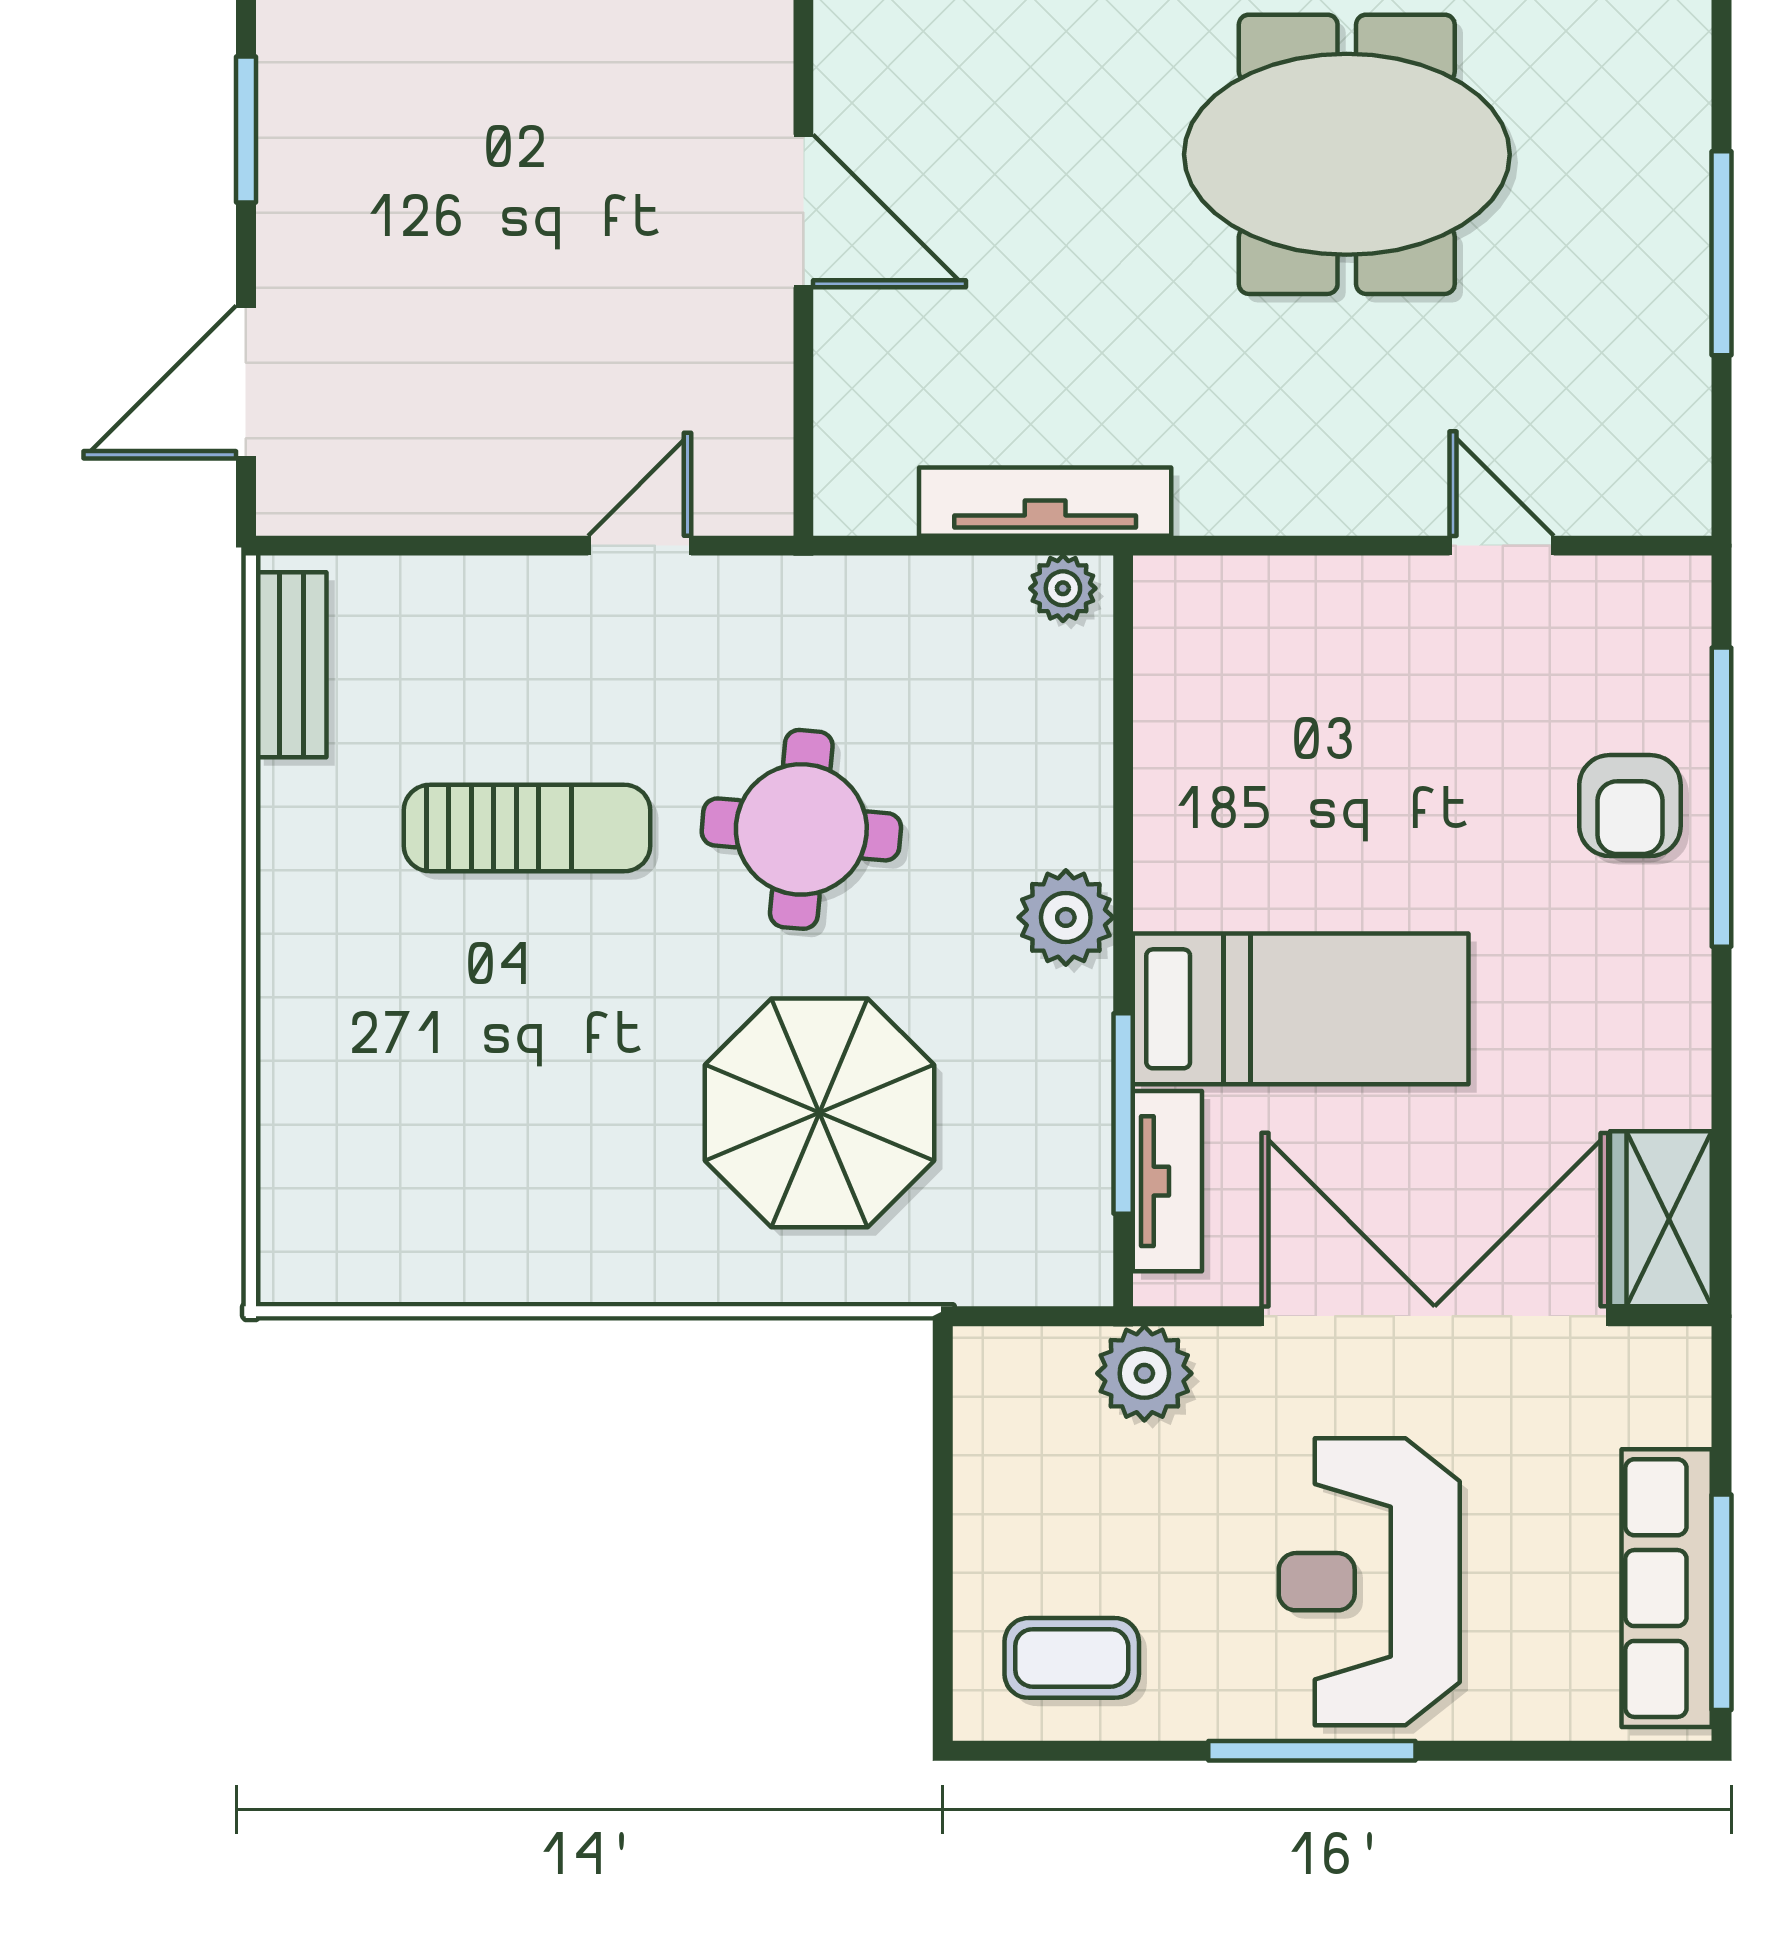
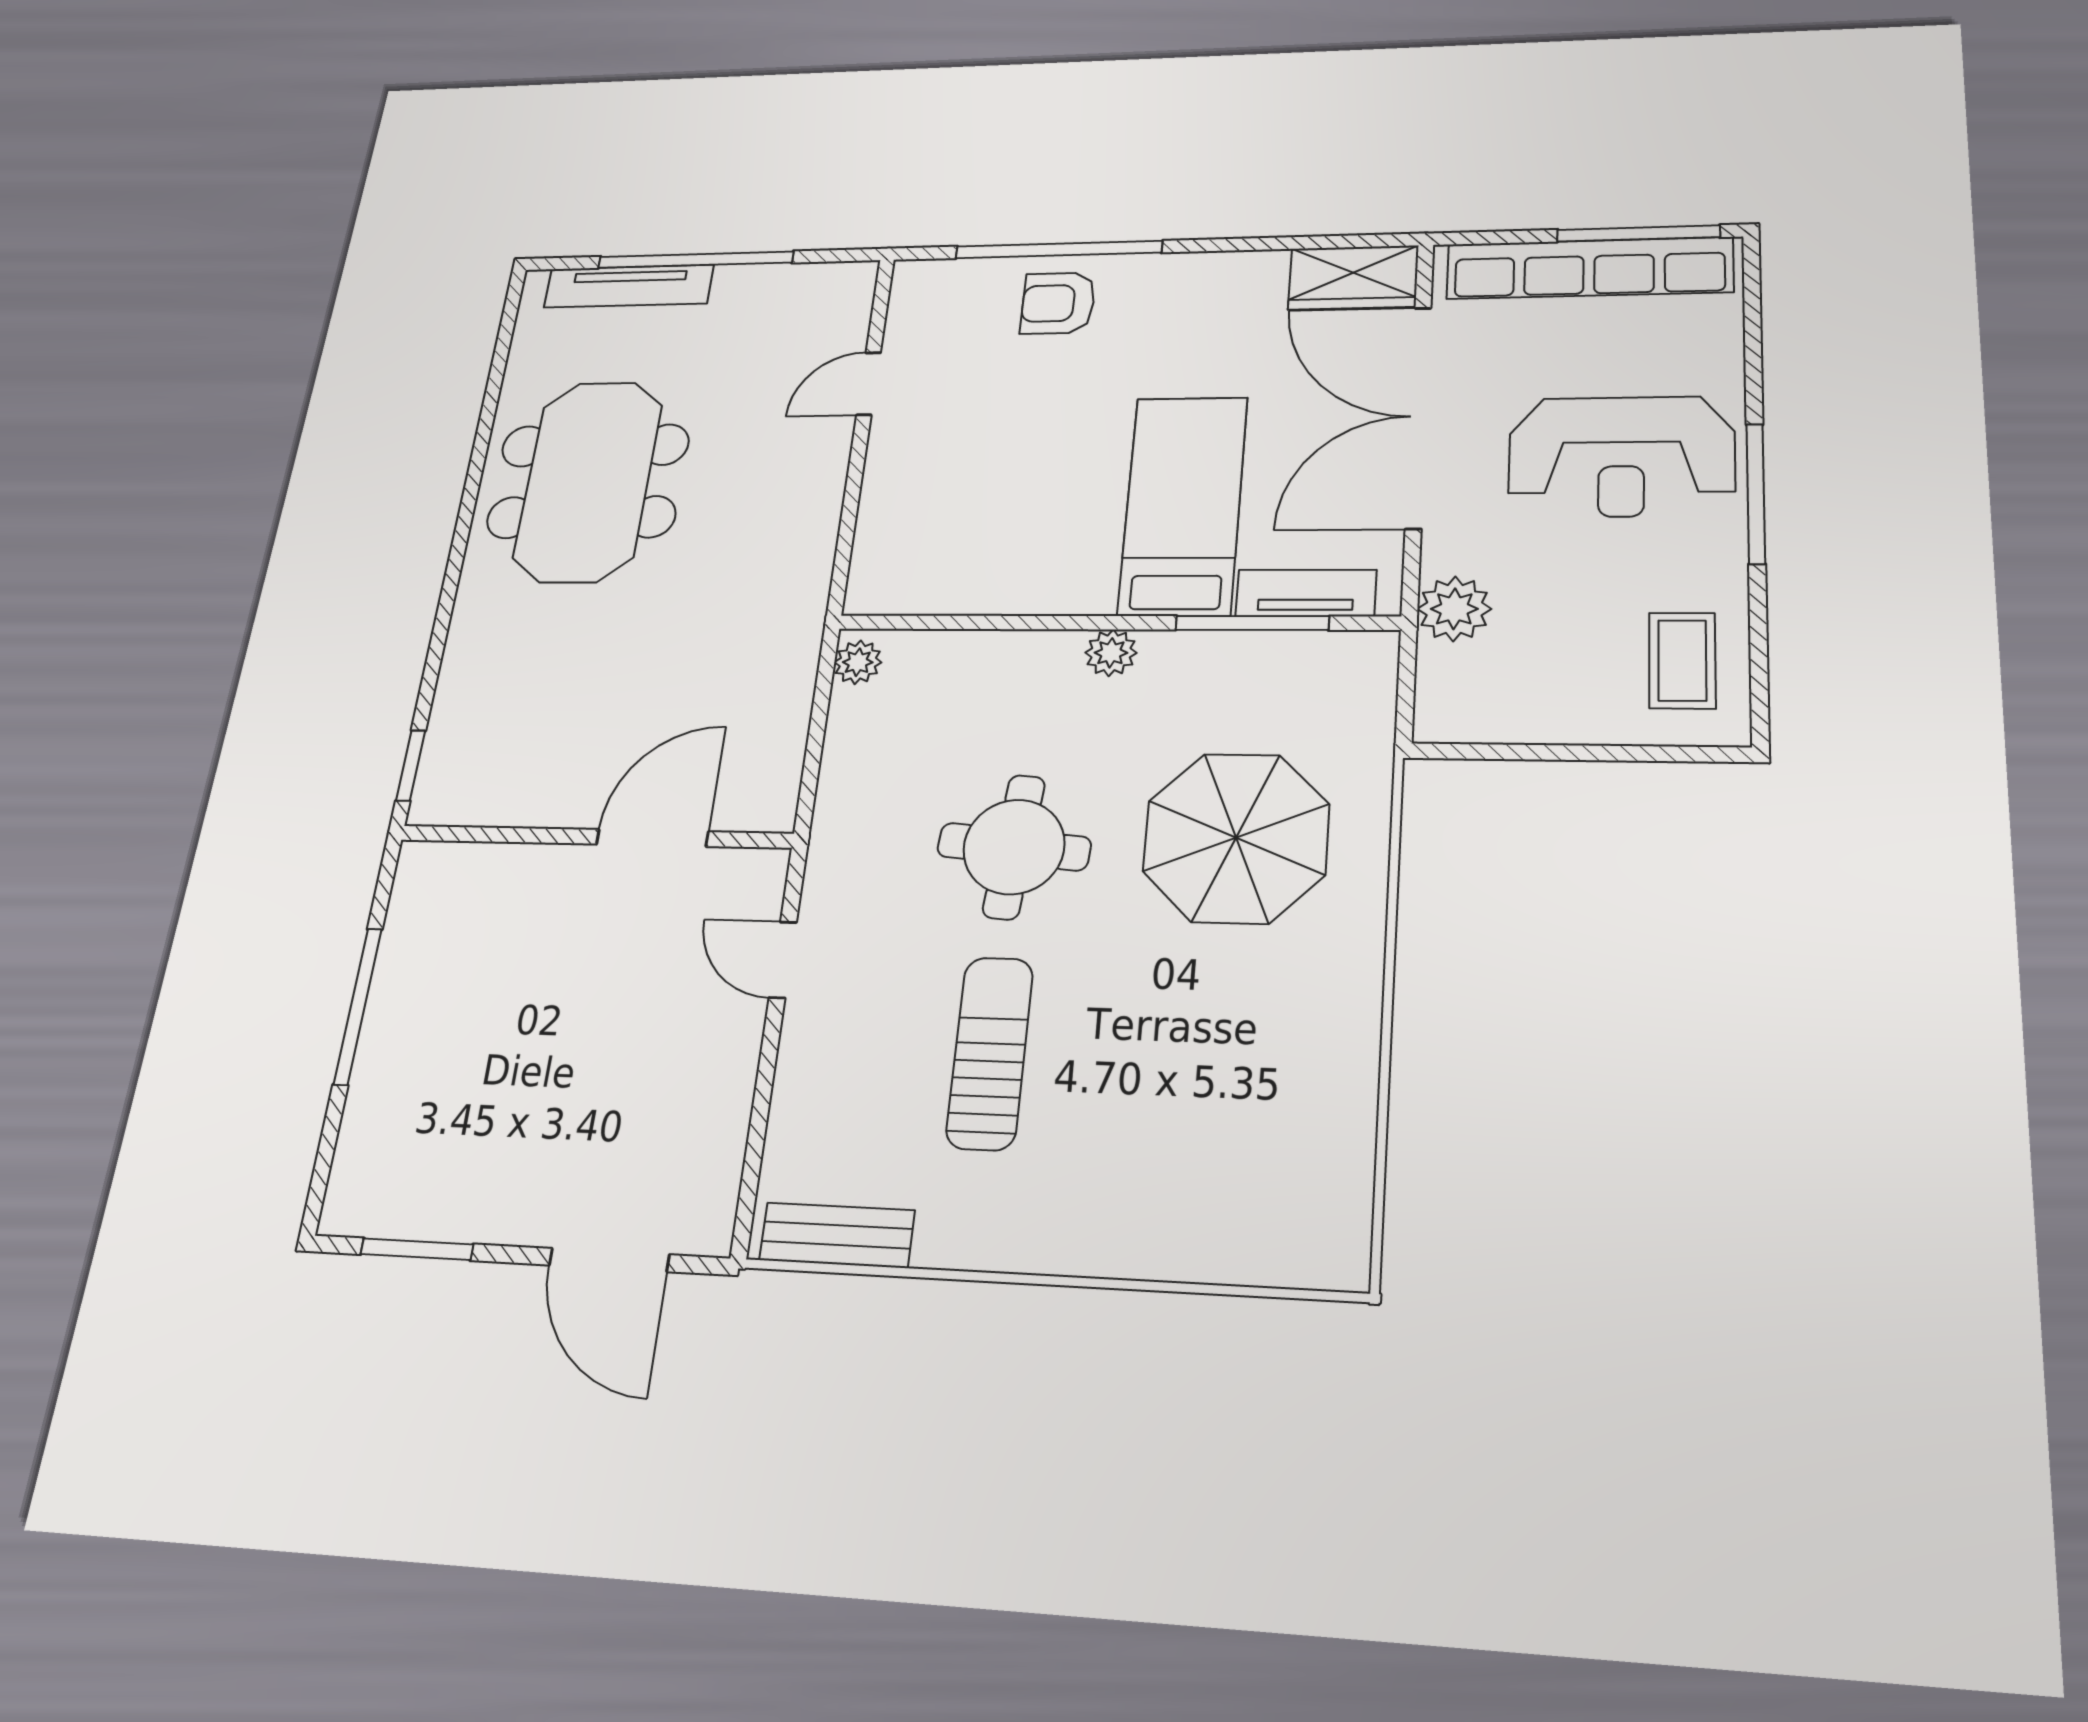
door: (803, 211) -> (652, 838), moved
window: (1722, 253) -> (695, 260), width x1.46
tv unit: (1045, 502) -> (629, 286), moved, turned -90
armchair: (1630, 806) -> (1058, 303), turned 180
plant: (1066, 917) -> (1111, 653), width x0.73, depth x0.73
row of seats: (1667, 1588) -> (1589, 268), width x1.36

